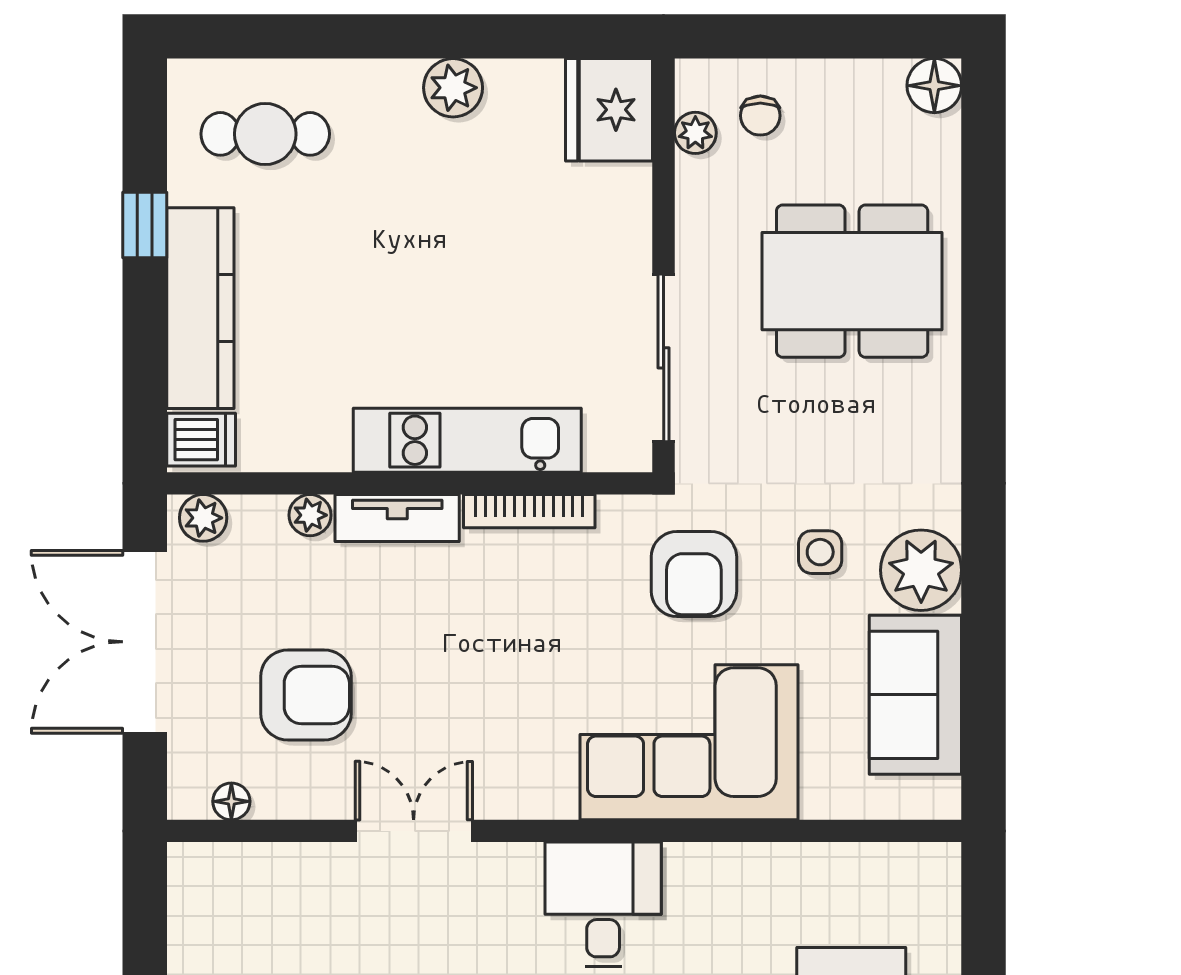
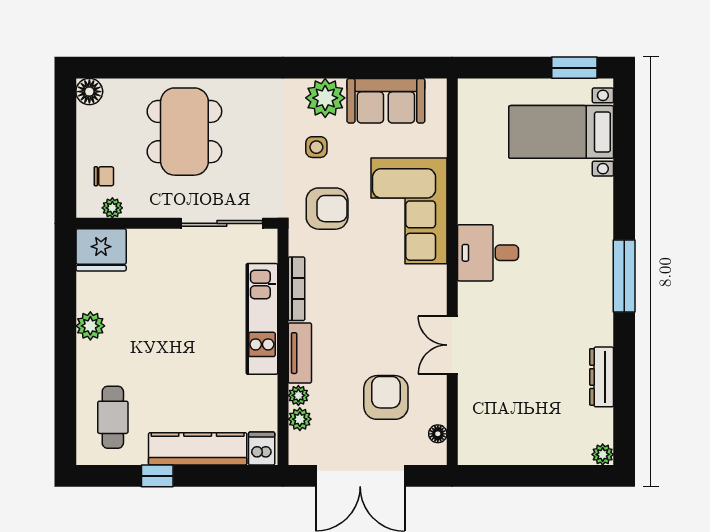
plant: (203, 518) -> (300, 419), moved

